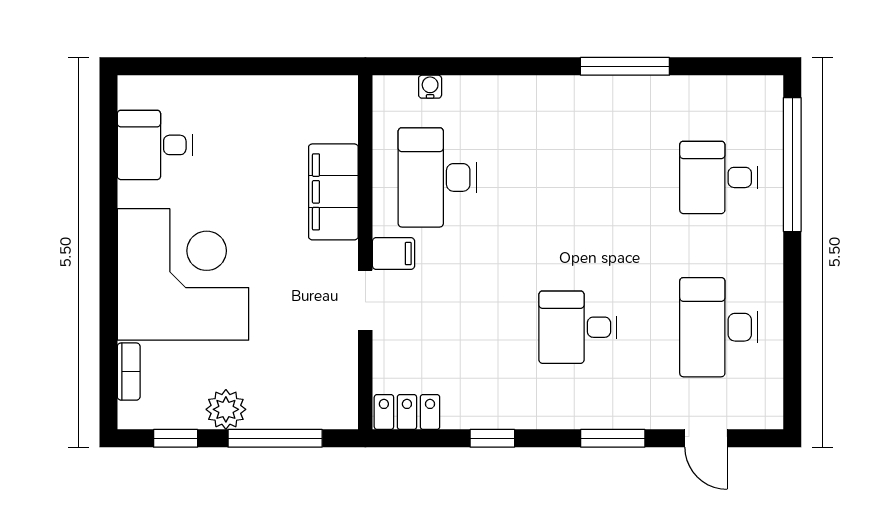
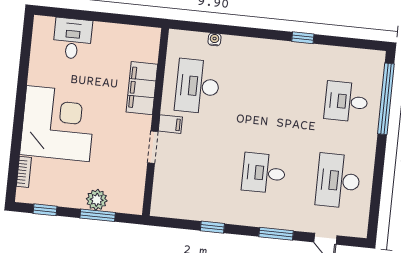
window: (625, 66) -> (303, 38), width x0.46
water cooler: (430, 87) -> (214, 39), moved
desk: (155, 145) -> (73, 39), moved, turned 90
plant: (226, 409) -> (97, 200), moved
locker: (407, 412) -> (169, 209), removed
window: (275, 438) -> (98, 215), width x0.69

